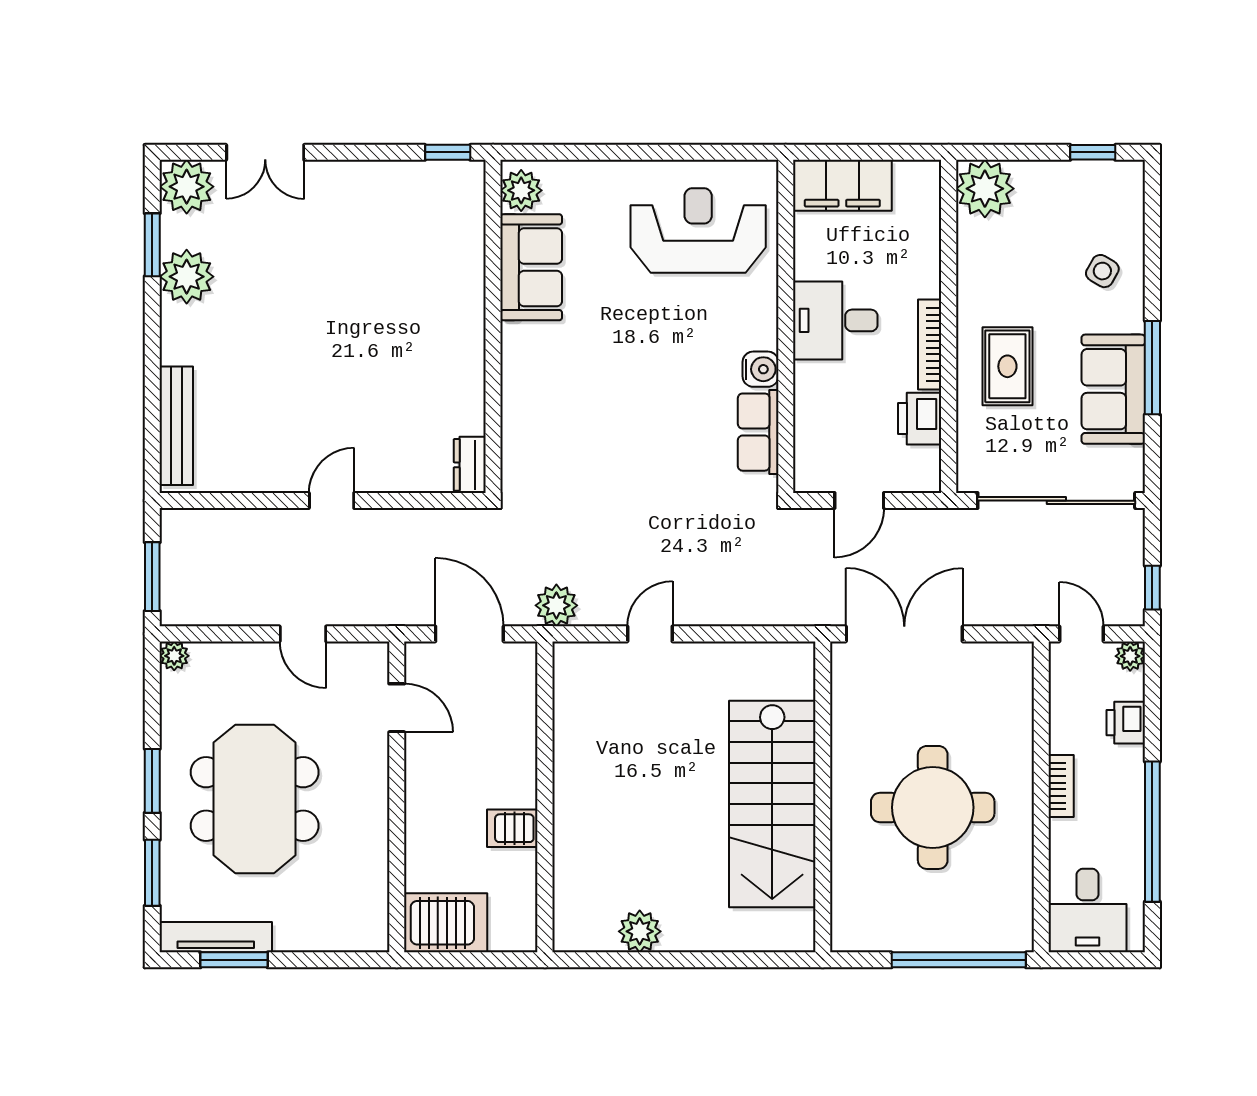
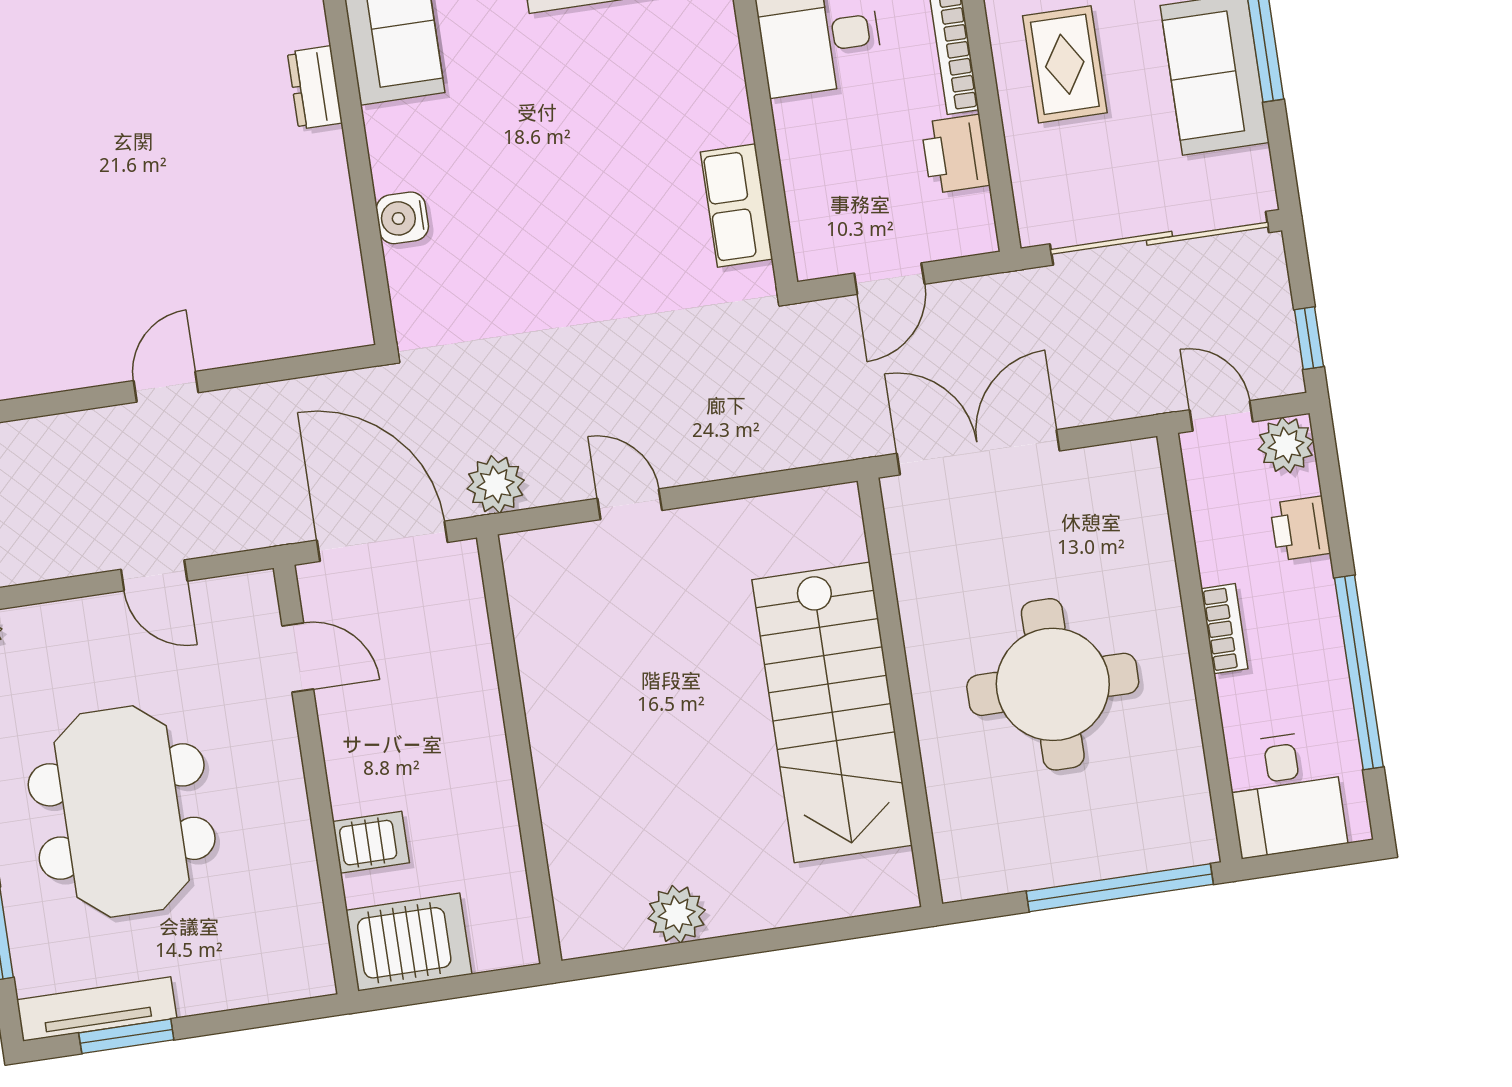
water cooler: (760, 369) -> (402, 218), moved, turned 180
dresser: (470, 465) -> (315, 88), moved
door: (469, 634) -> (382, 541), width x1.36
door: (650, 634) -> (630, 504), hinge flipped
plant: (1130, 656) -> (1286, 445), width x1.38, depth x1.38
server rack: (512, 828) -> (371, 842), moved, turned 180

